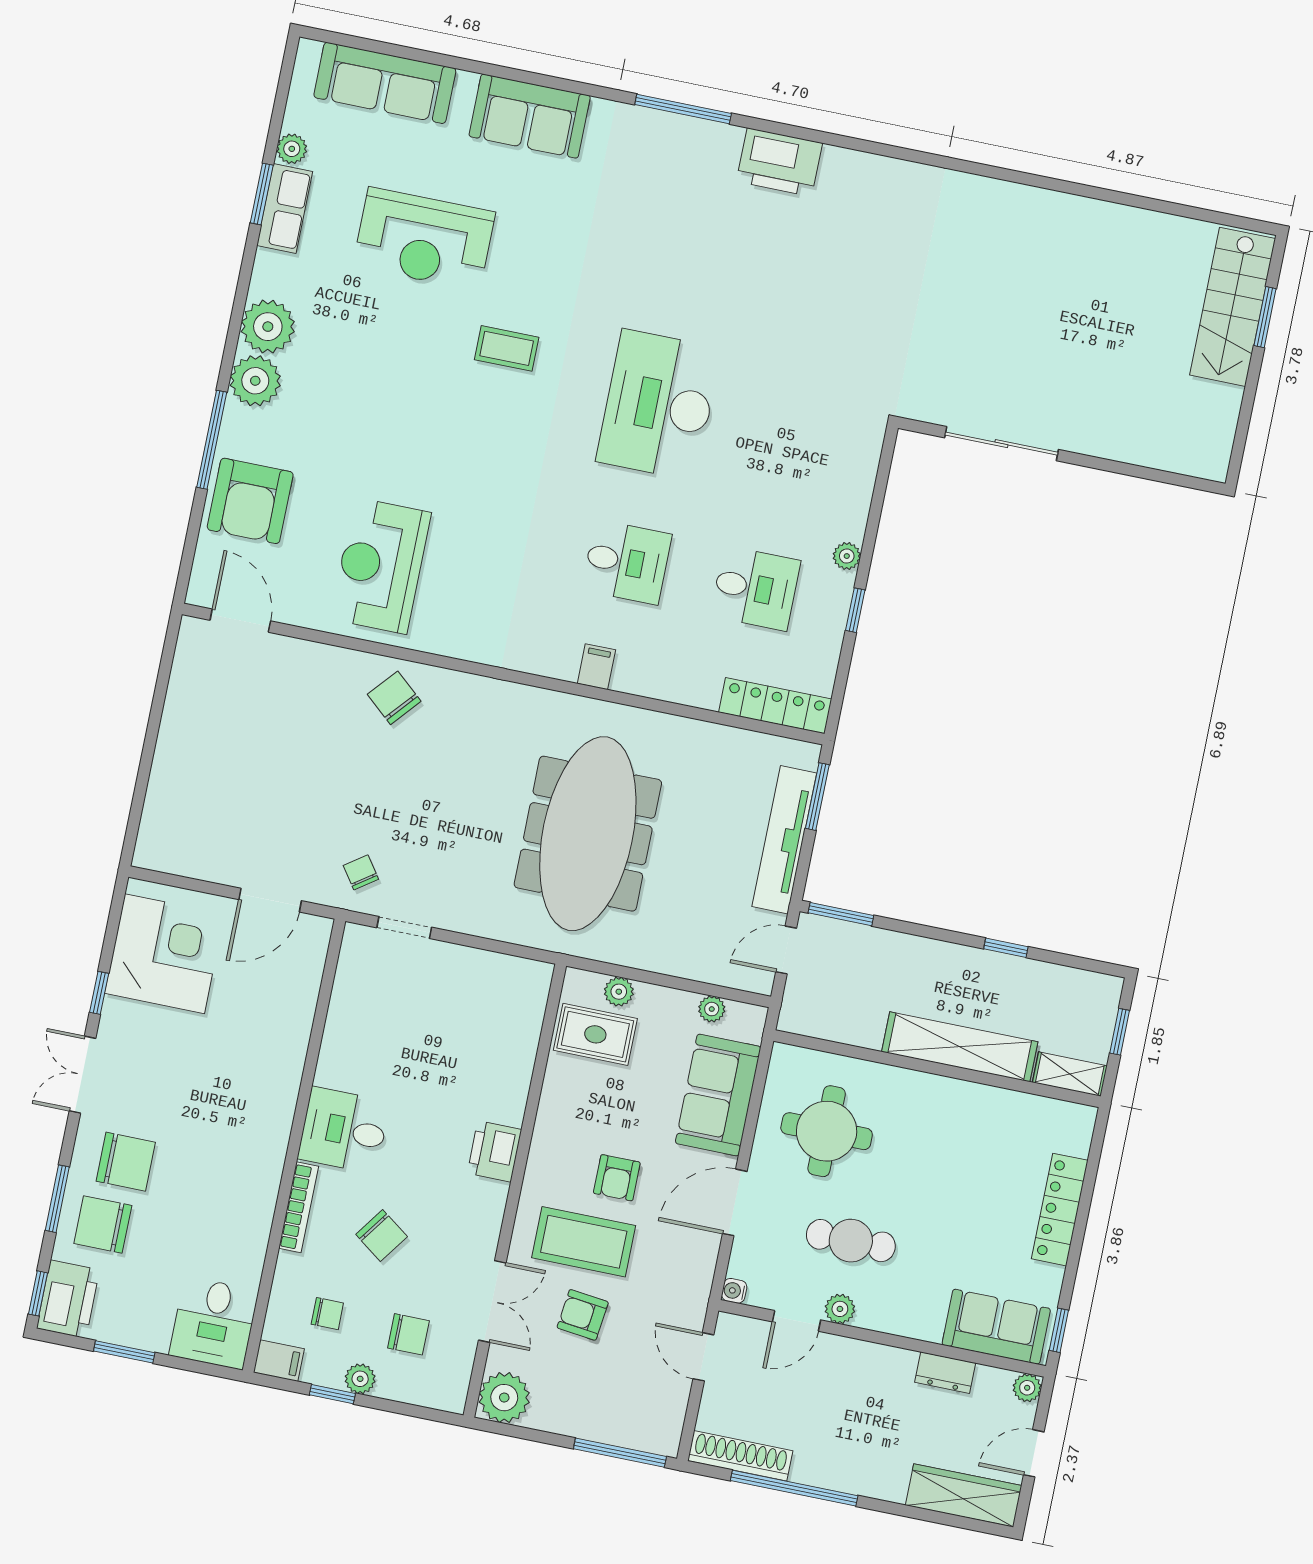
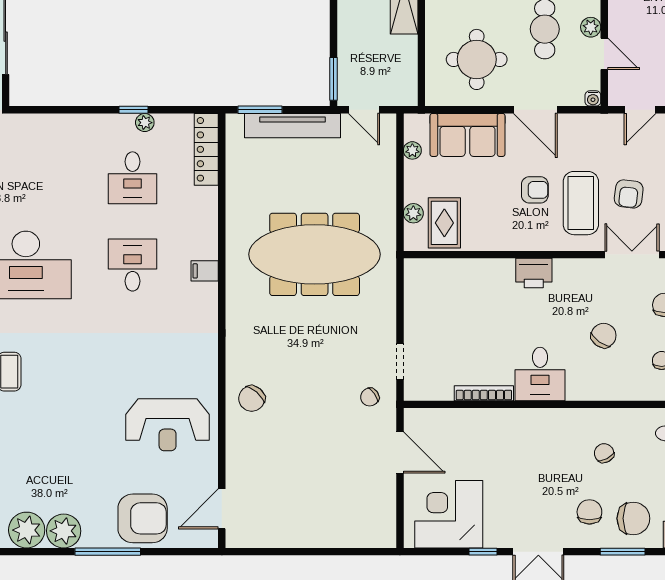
plant: (847, 556) -> (145, 123), moved
desk: (755, 588) -> (133, 178), turned 180
chair: (126, 1162) -> (589, 512), width x0.73, depth x0.73
chair: (208, 1201) -> (604, 453), added
bookcase: (299, 1207) -> (484, 393), moved
chair: (103, 1224) -> (633, 518), turned -90

